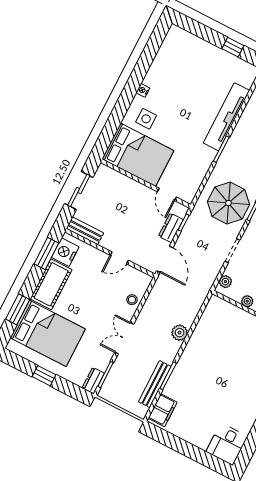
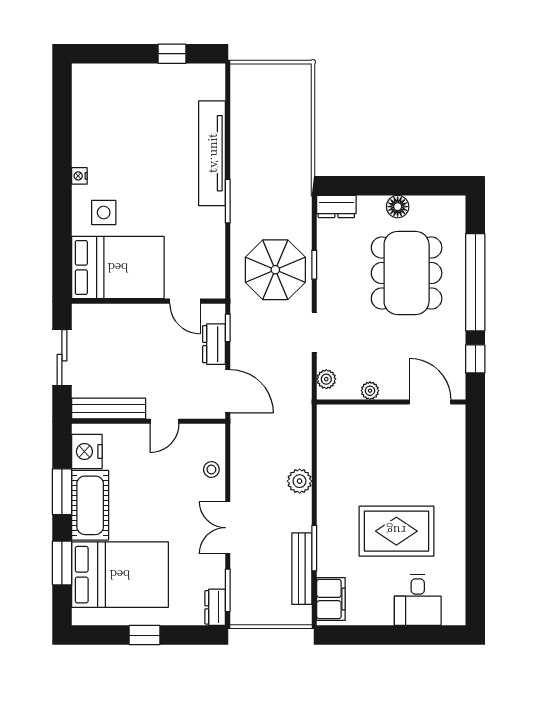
bench: (85, 231) -> (109, 408), width x1.36
window: (46, 253) -> (62, 492), moved
rug: (221, 390) -> (396, 531), added
desk: (227, 444) -> (418, 600), moved

